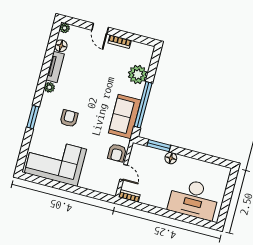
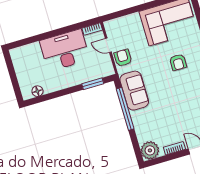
plant: (138, 74) -> (150, 150), moved
floor lamp: (171, 158) -> (37, 91), moved
desk: (194, 199) -> (65, 50), moved

